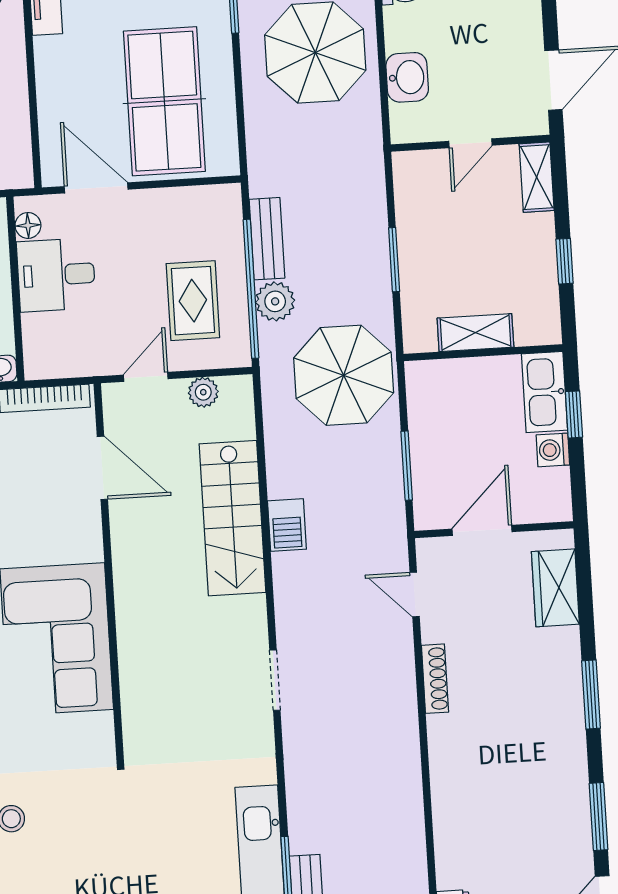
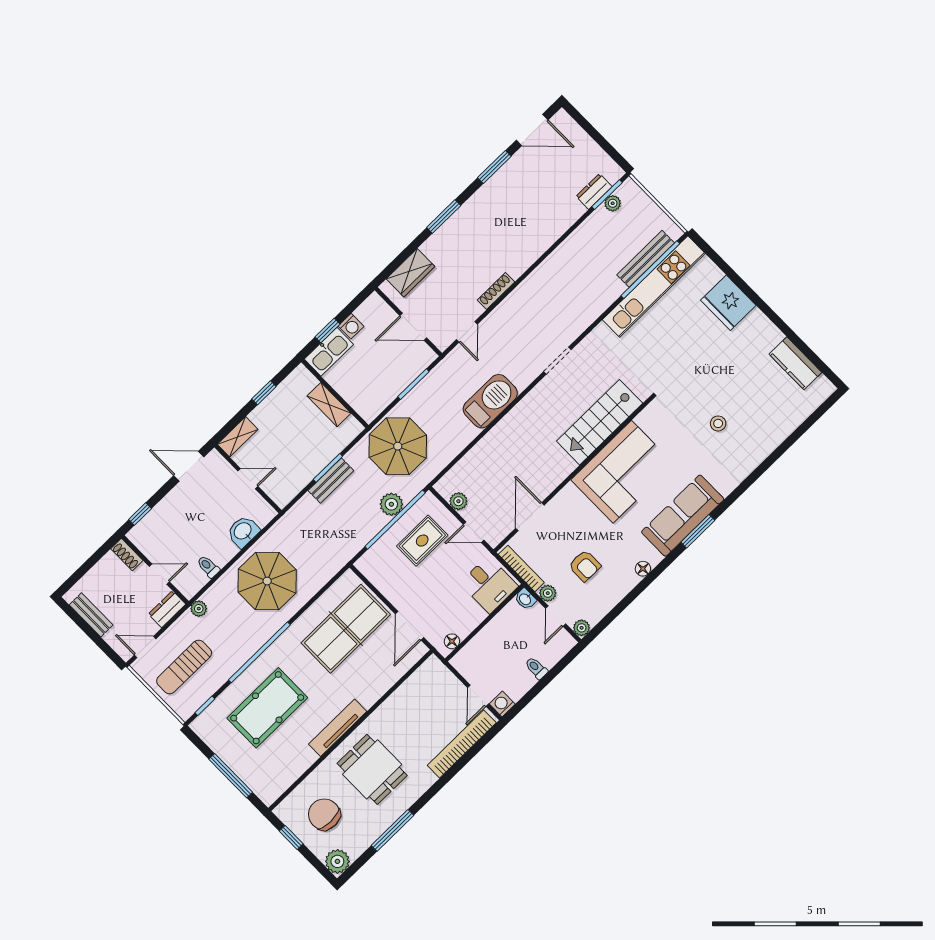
bench: (267, 239) -> (331, 481), moved
desk: (56, 275) -> (489, 585), moved
stairs: (232, 518) -> (600, 422), moved, turned 180
barbecue: (287, 525) -> (490, 401), width x1.88, depth x1.53

